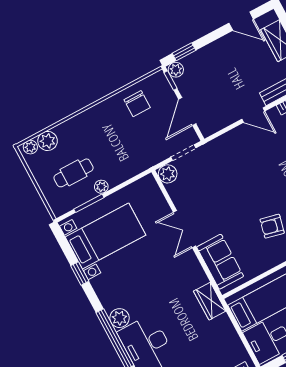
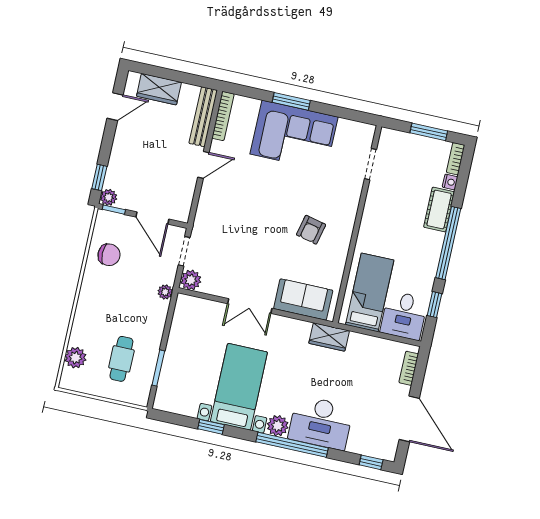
plant: (30, 147) -> (68, 377), removed
plant: (101, 187) -> (165, 292), moved
bed with nightstands: (106, 236) -> (239, 387), moved

